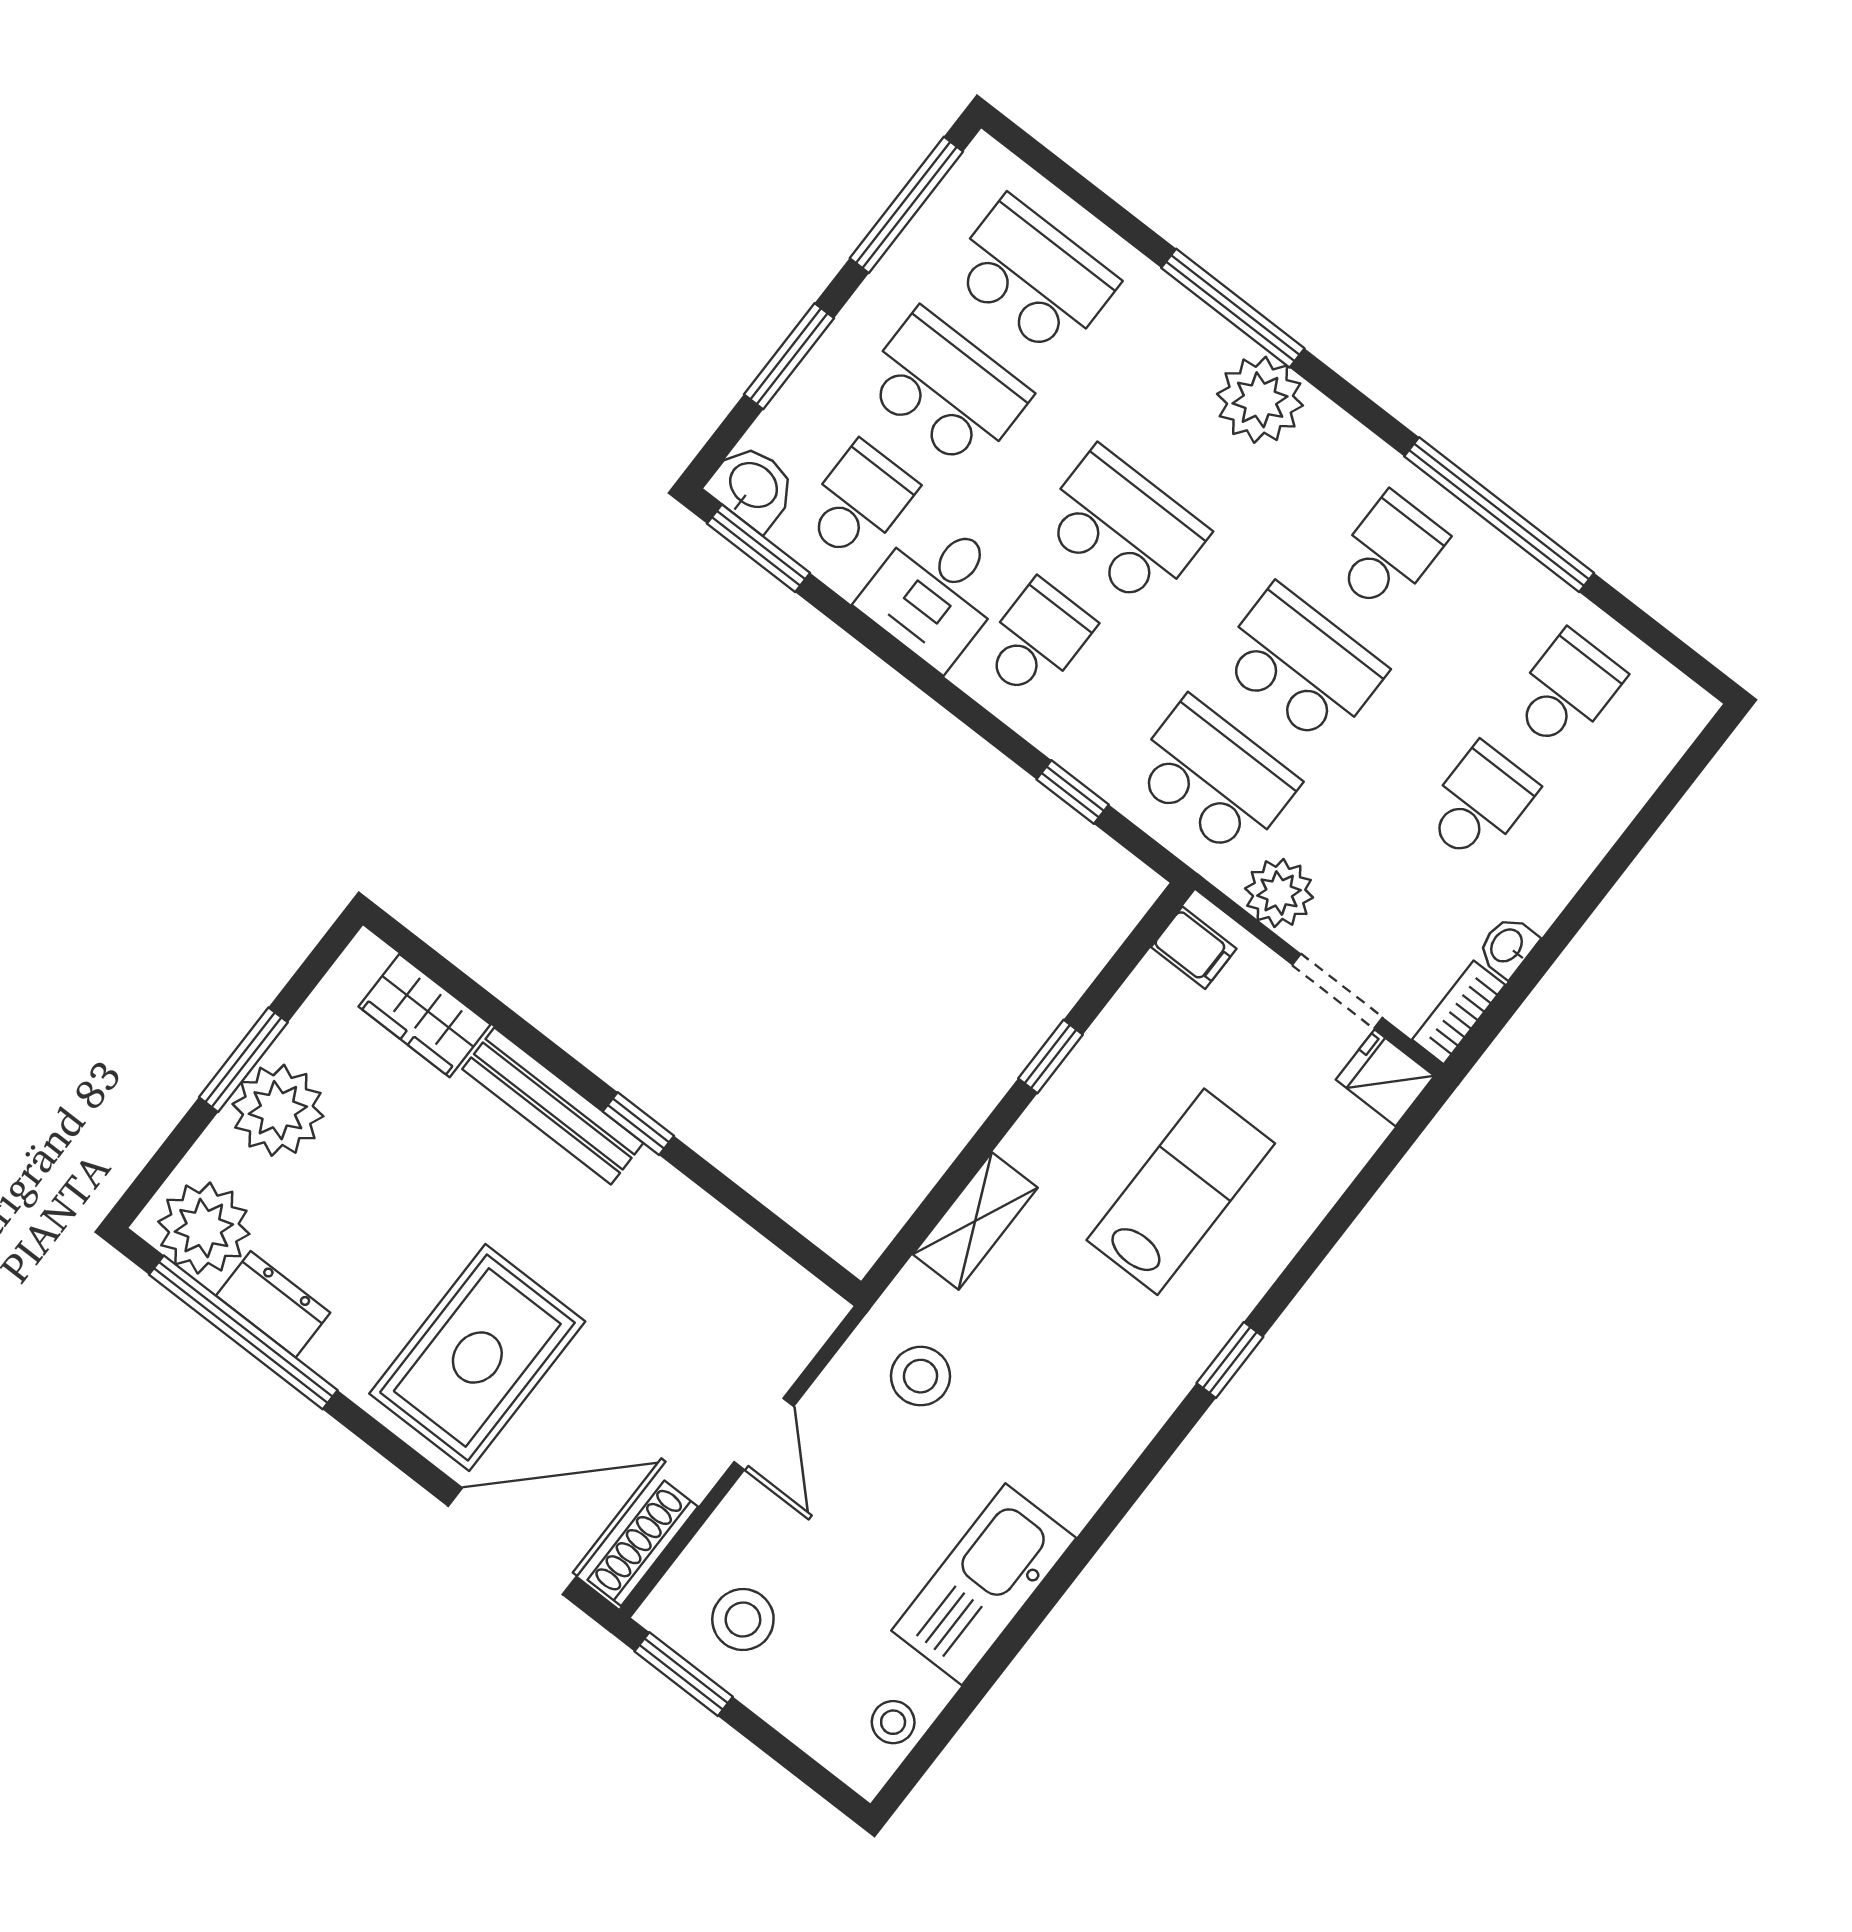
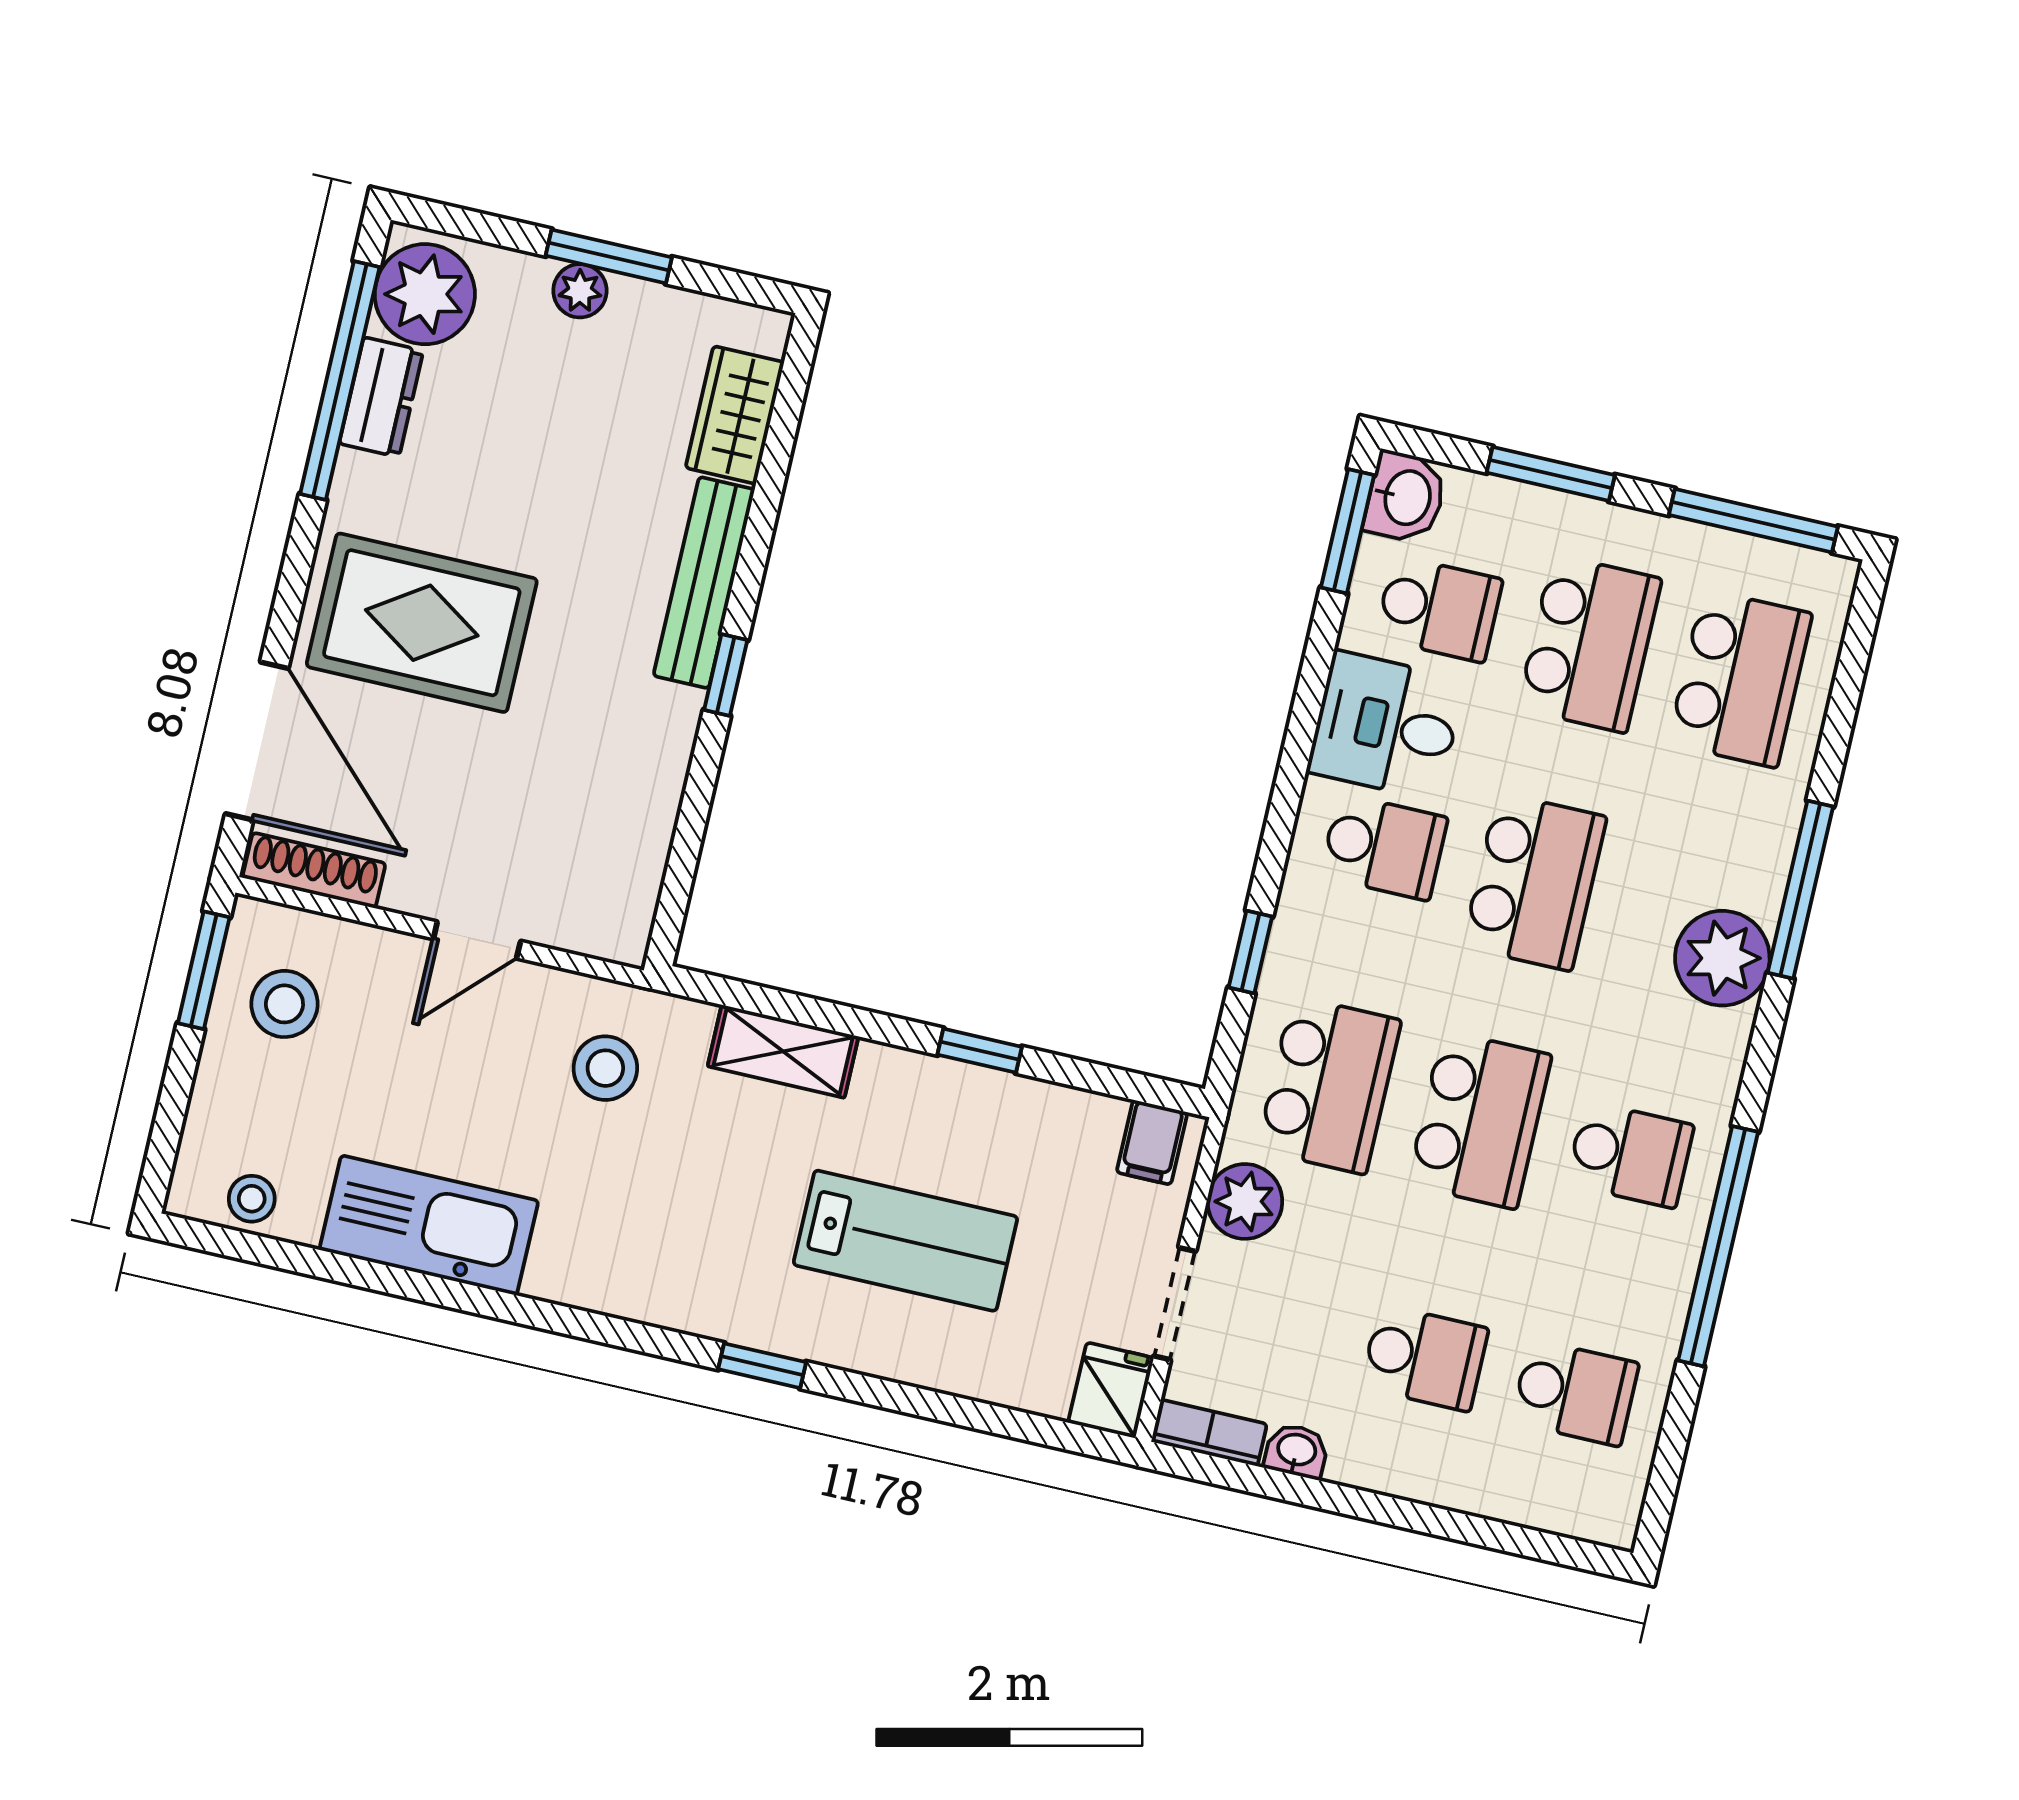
plant: (278, 1110) -> (580, 291), width x0.53, depth x0.53

